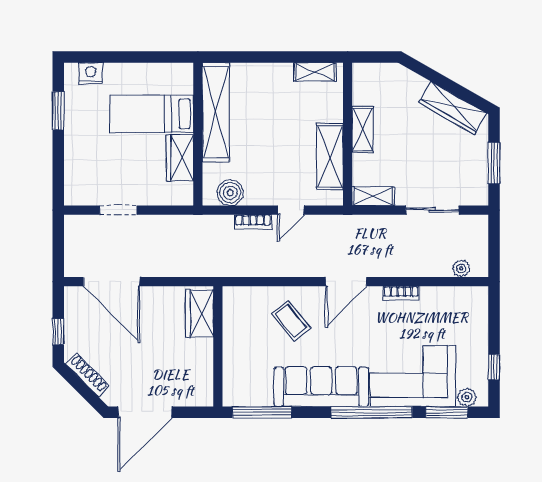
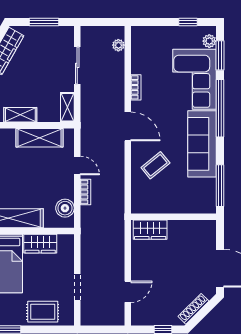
rug: (83, 161) -> (43, 312), added
door: (112, 282) -> (128, 292), width x0.53

